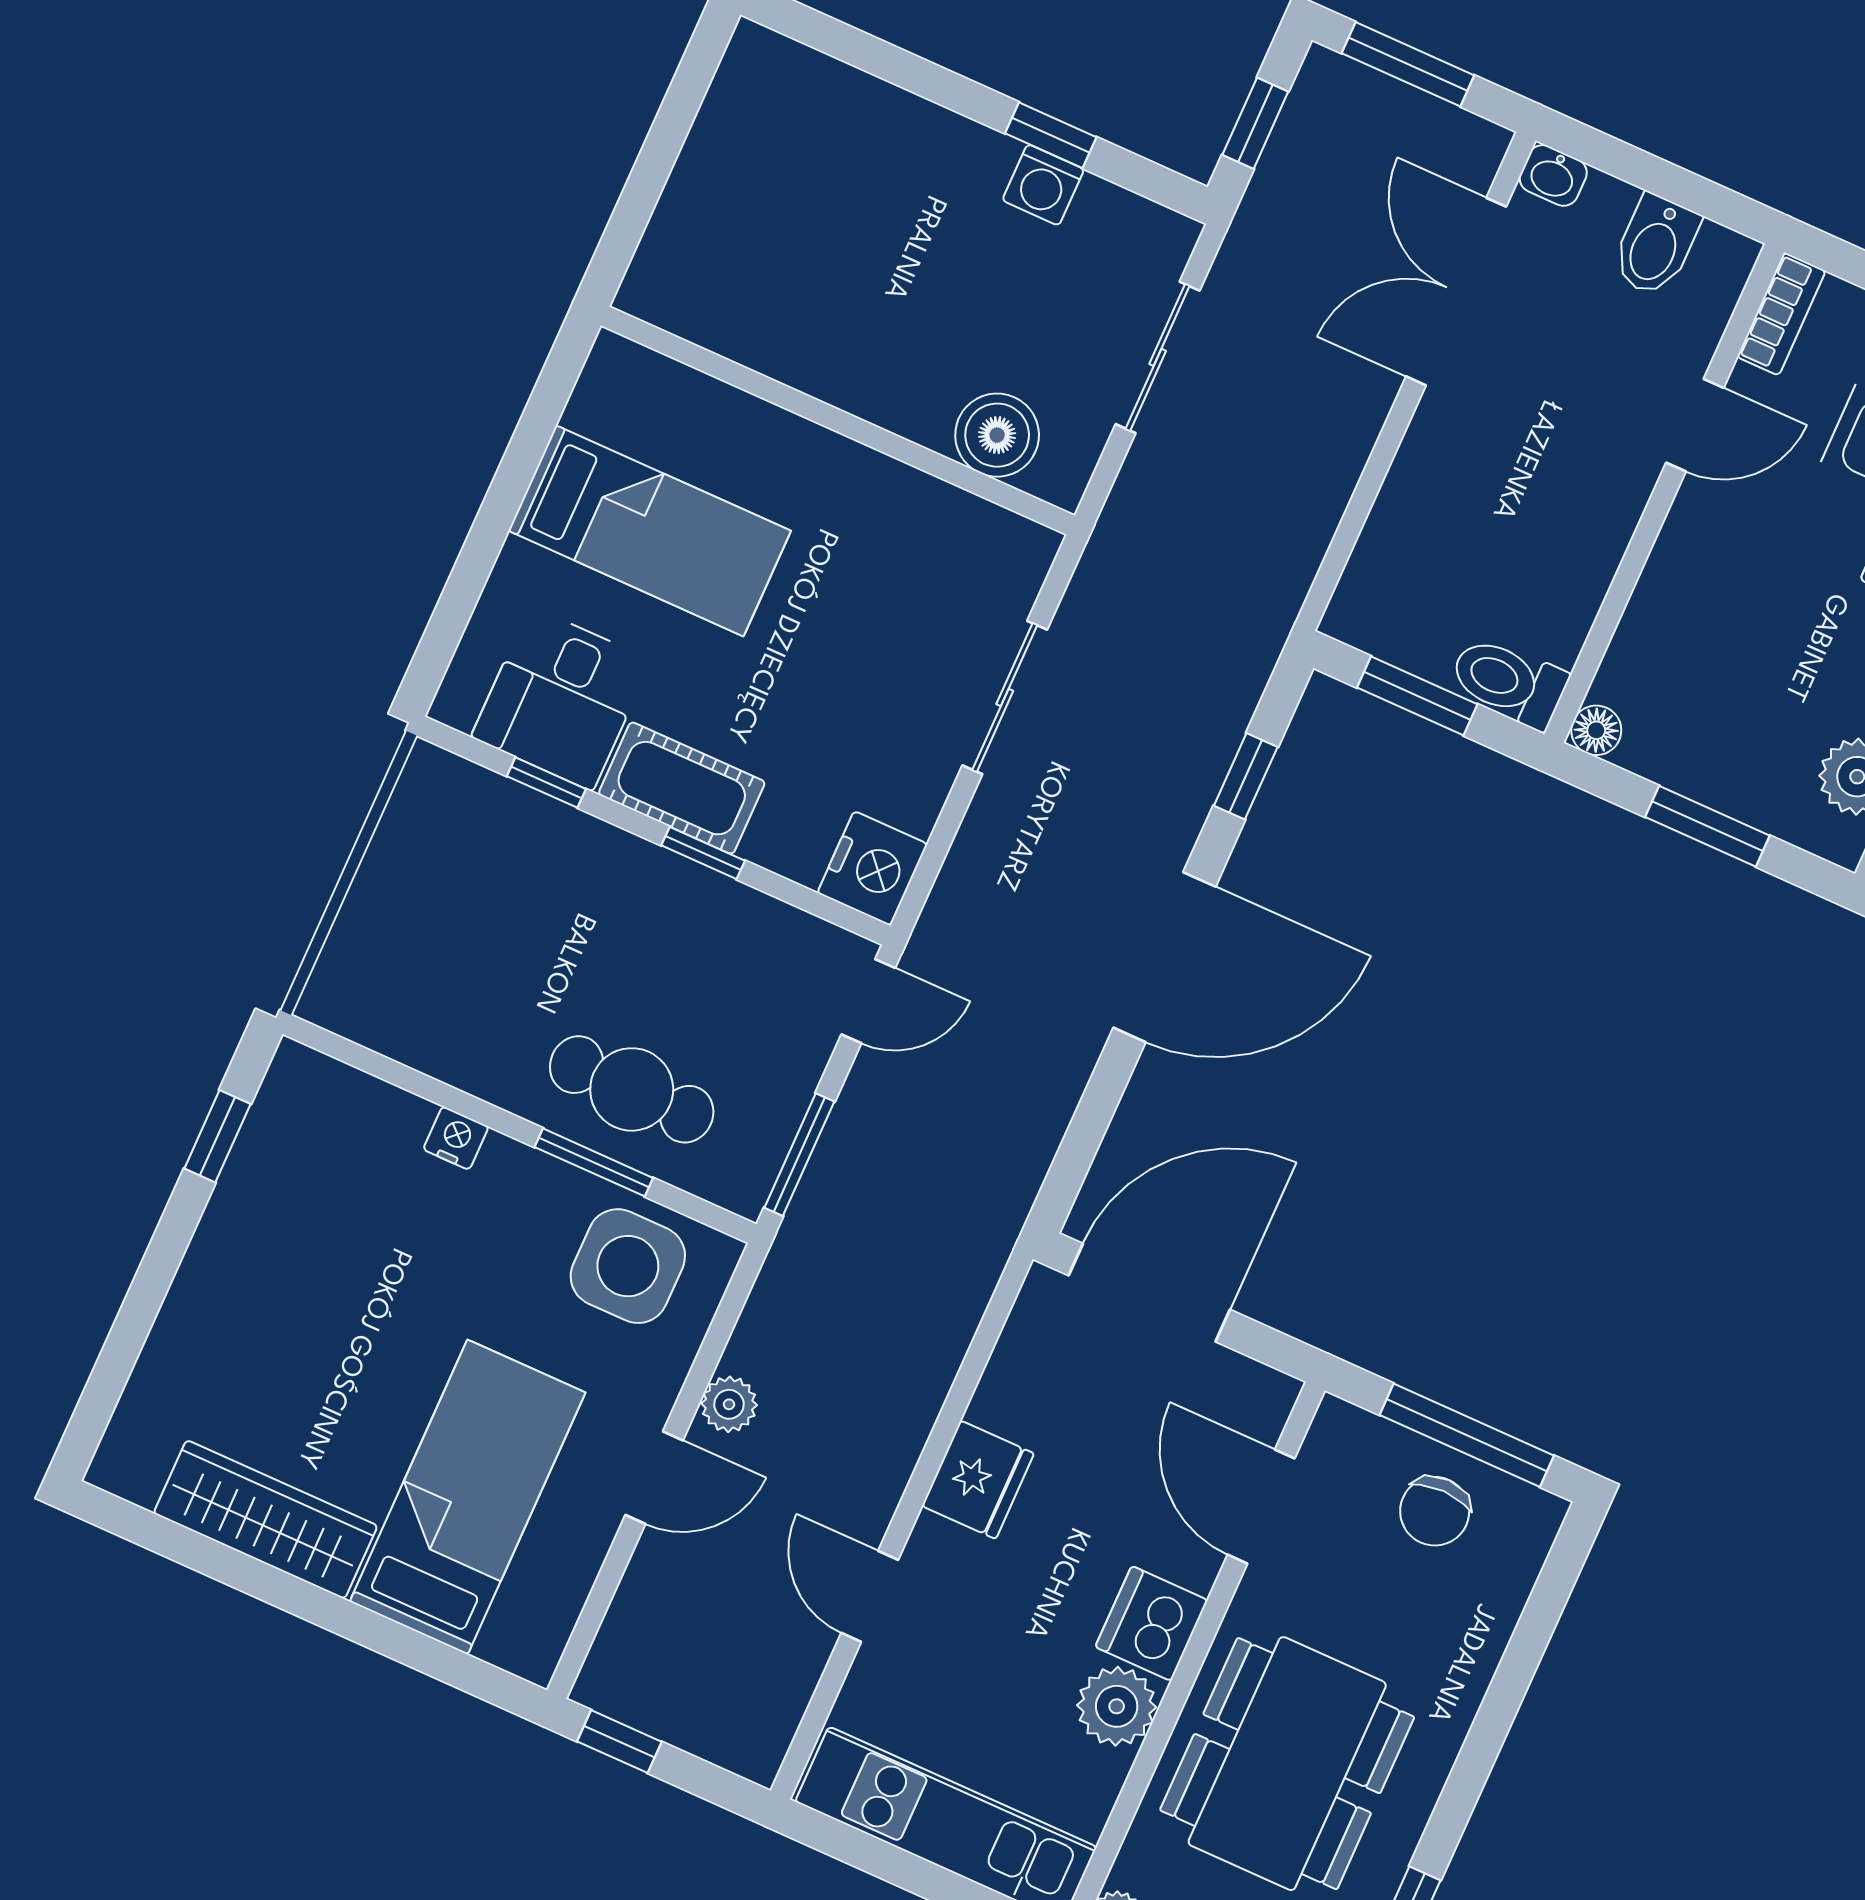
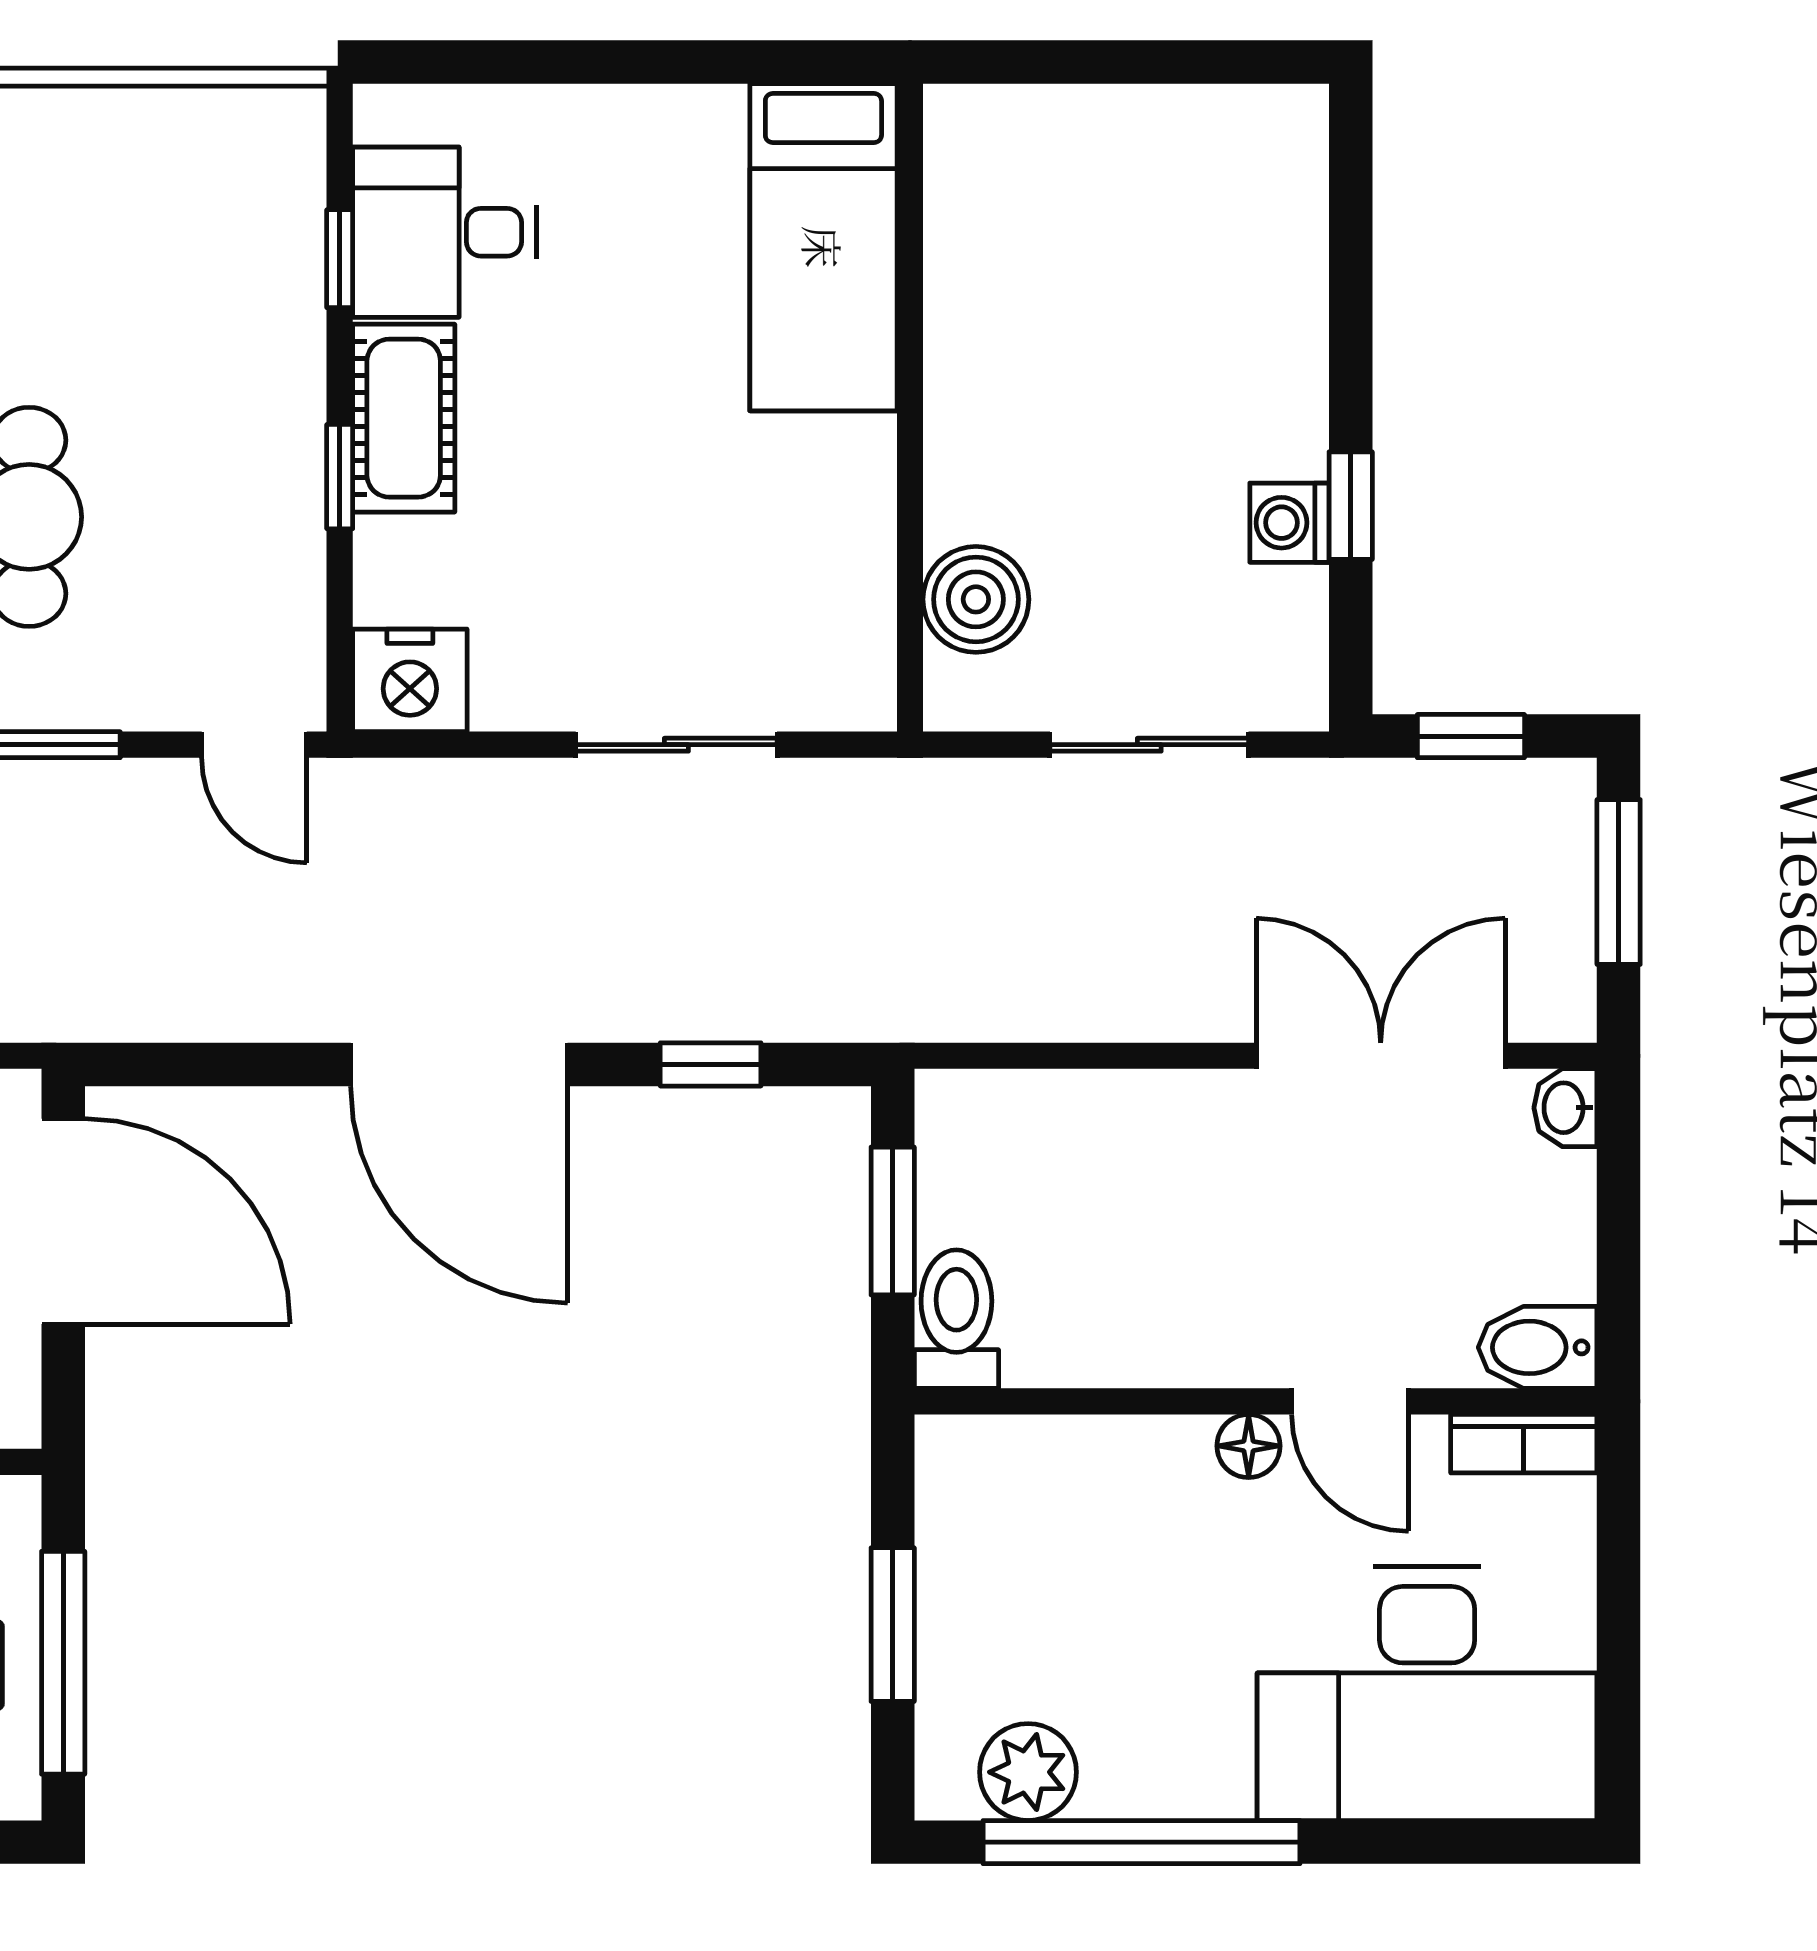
bidet: (1656, 246) -> (1538, 1347), moved
bed: (650, 531) -> (823, 247), moved
floor lamp: (1596, 730) -> (1249, 1446), moved

